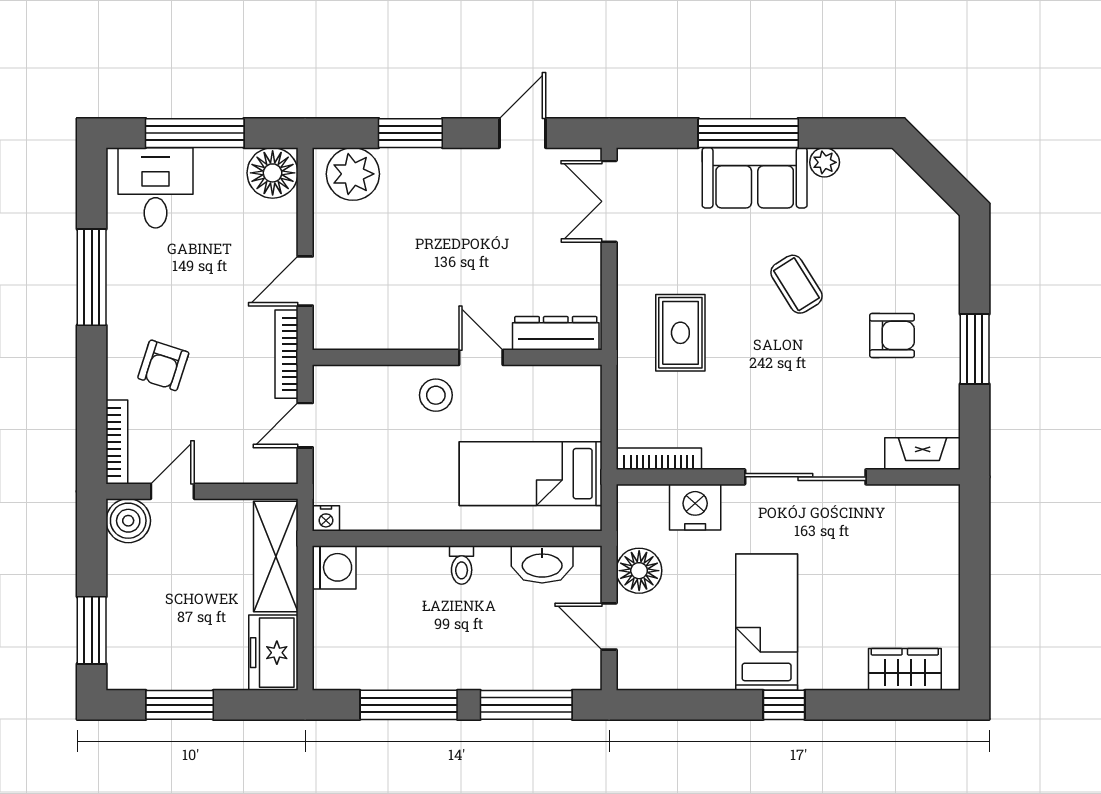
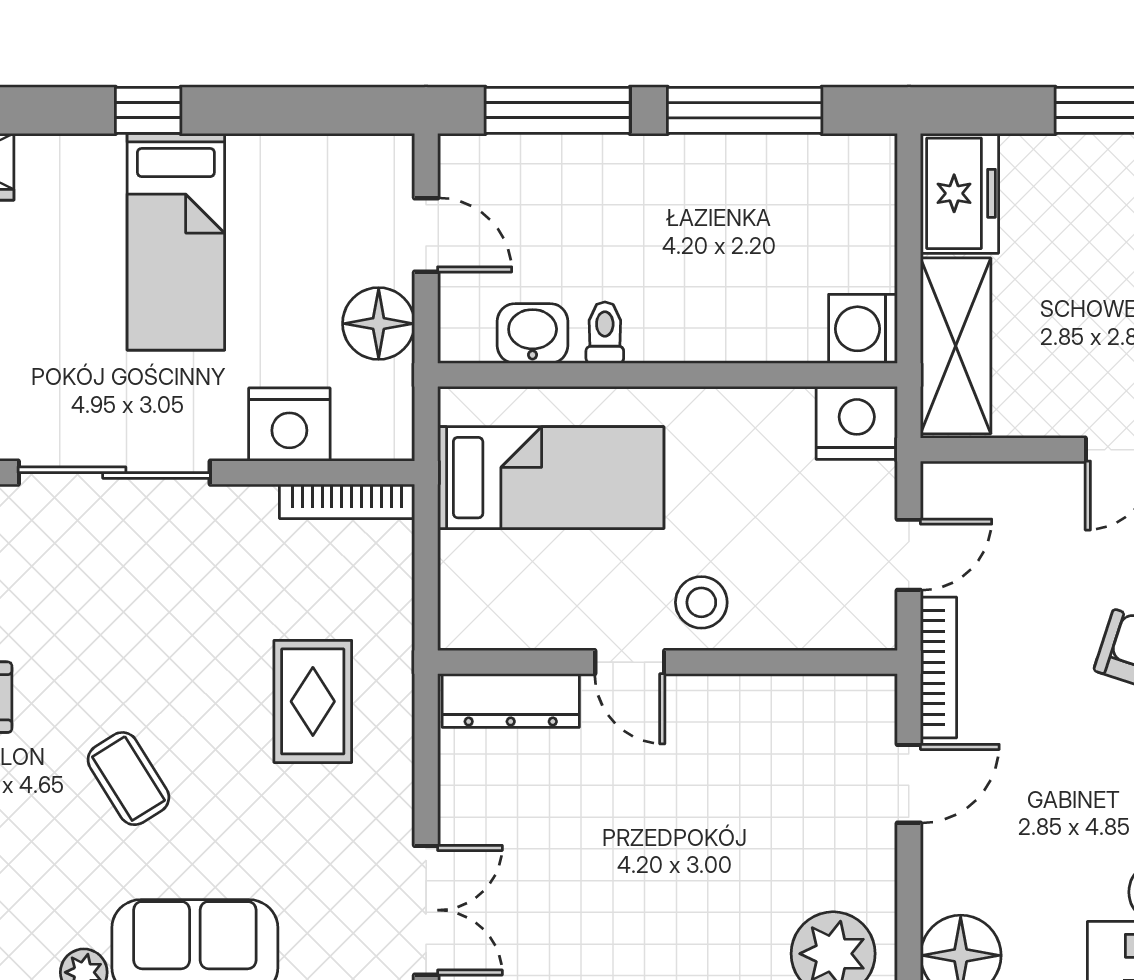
nightstand: (326, 518) -> (857, 423), width x1.89, depth x1.79
washbasin: (542, 564) -> (533, 333), width x0.72
toilet: (462, 565) -> (605, 333), moved

